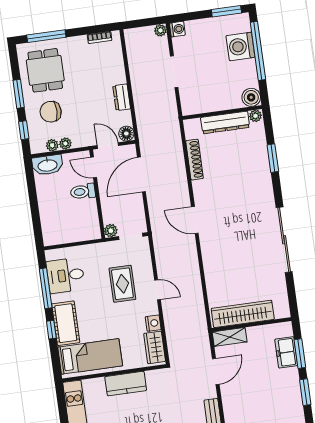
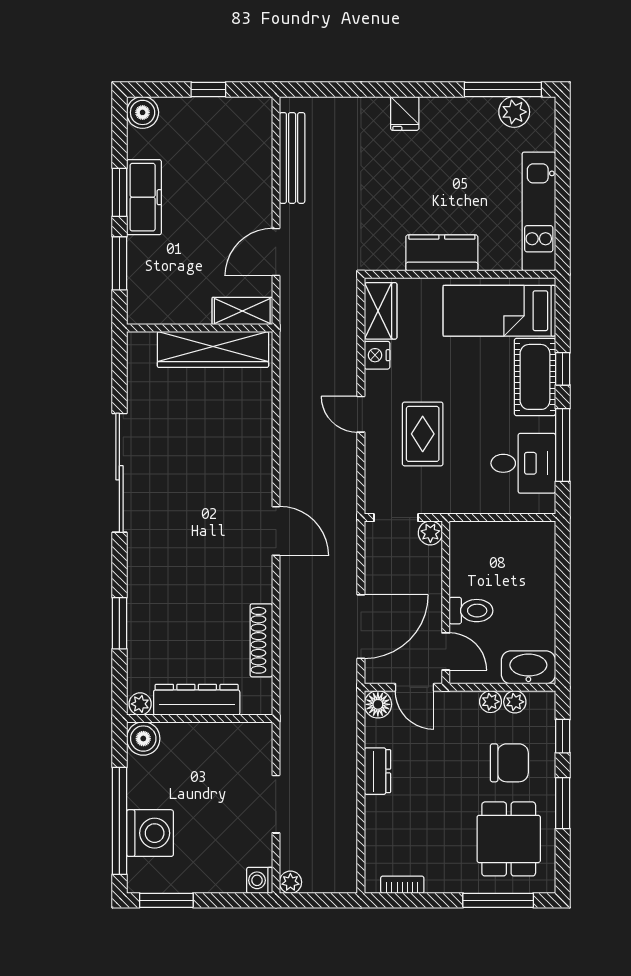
freezer: (286, 352) -> (144, 197), moved, width x1.40

